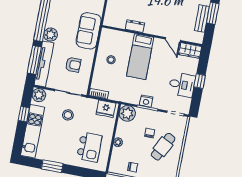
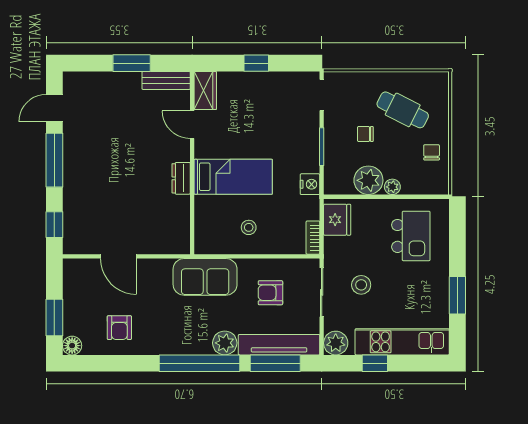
bench: (202, 18) -> (166, 80), moved
dresser: (135, 26) -> (181, 178), moved
door: (173, 40) -> (192, 125), swing flipped
armchair: (73, 65) -> (270, 293), turned -90
desk: (182, 85) -> (269, 93), removed
nightstand: (146, 101) -> (310, 184), moved
plant: (127, 113) -> (368, 180), moved
kitchen island: (89, 147) -> (411, 236), turned 90
cafe table: (163, 147) -> (403, 110), moved

